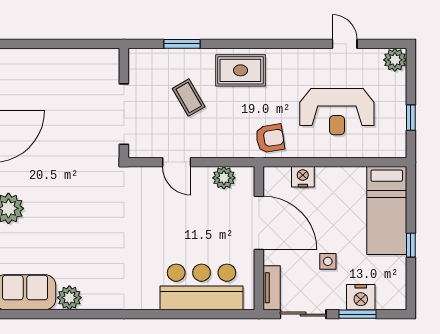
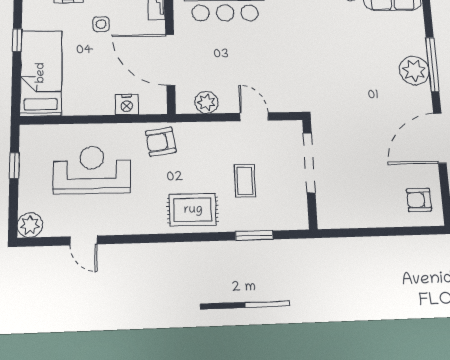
armchair: (16, 74) -> (419, 200), added
coffee table: (189, 98) -> (245, 181), turned 30

